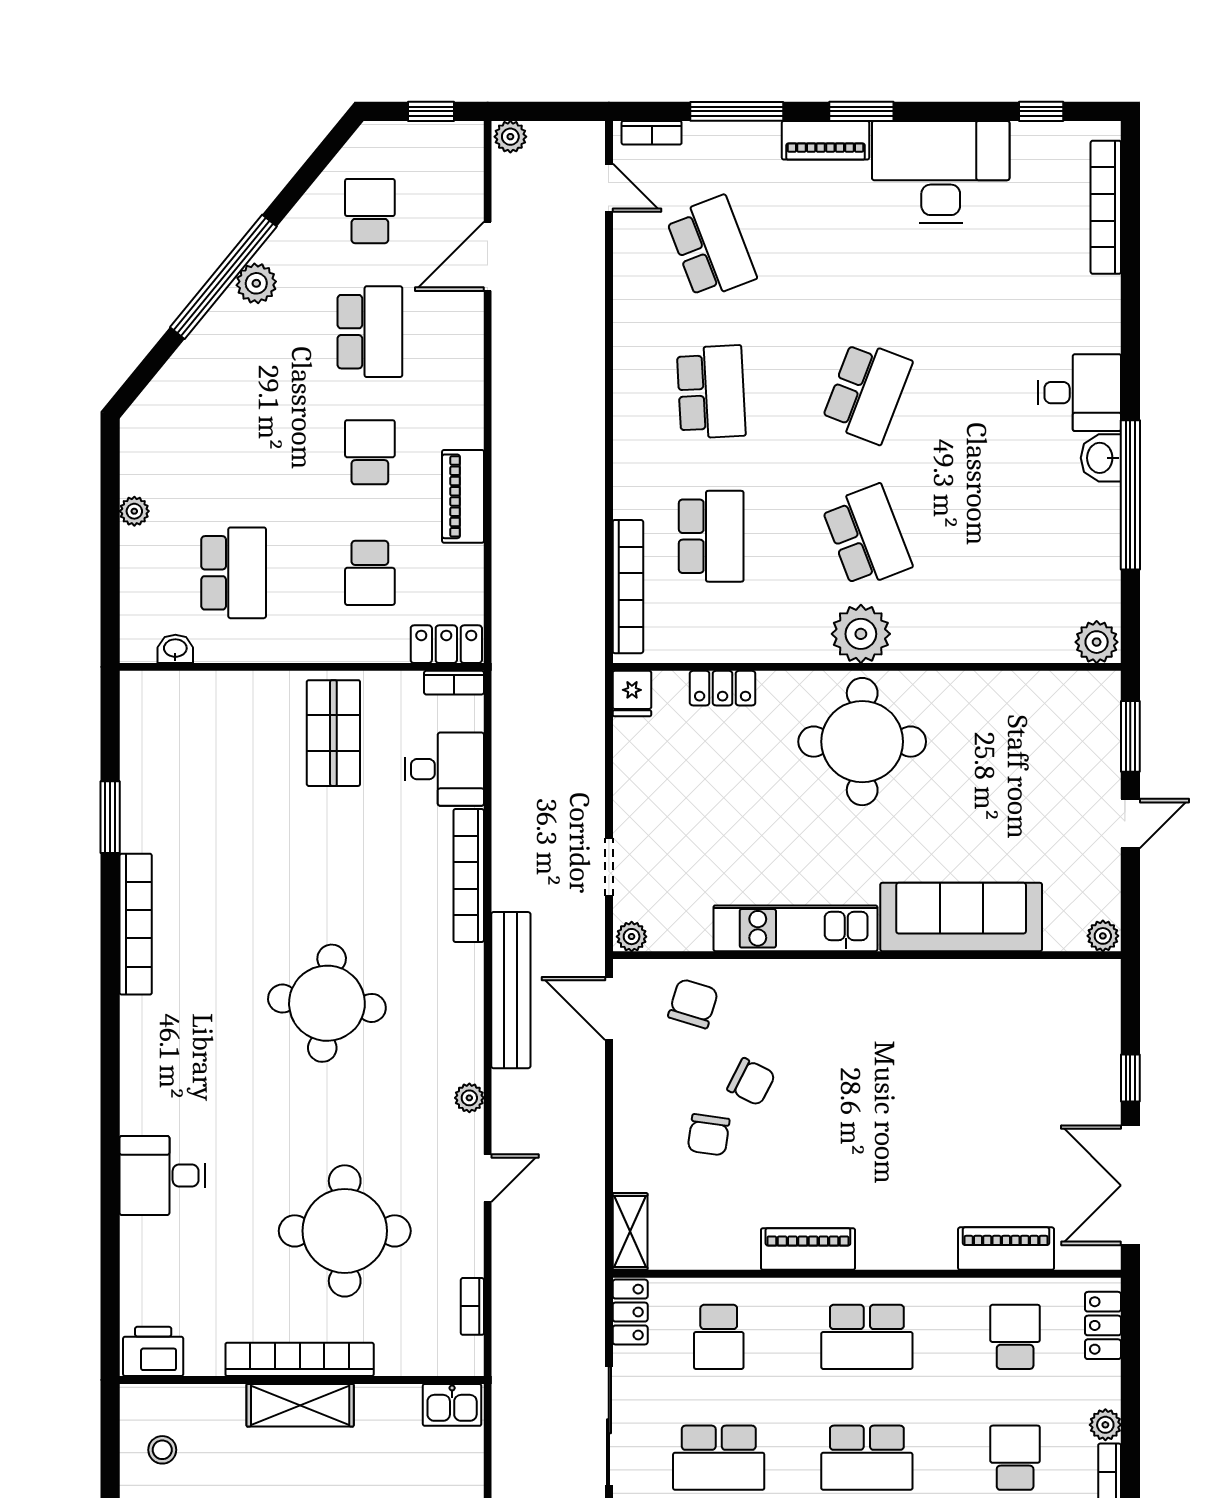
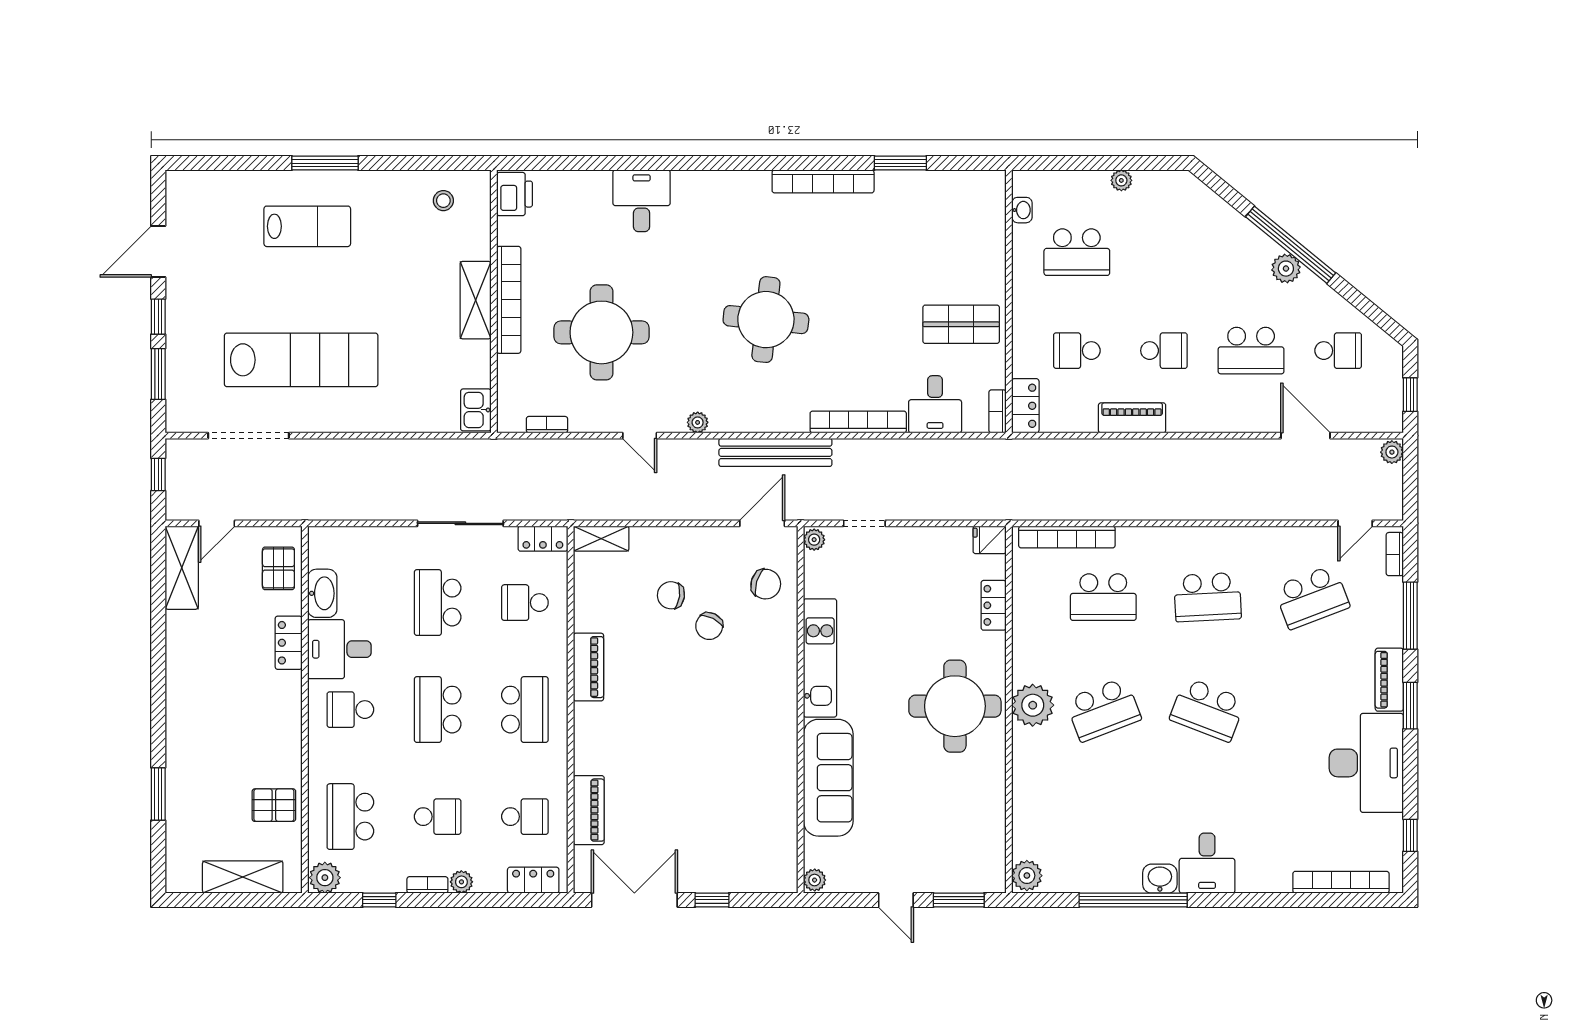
school desk: (867, 1337) -> (525, 710), turned 180

